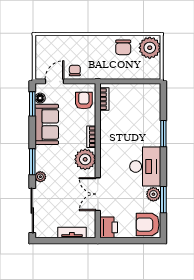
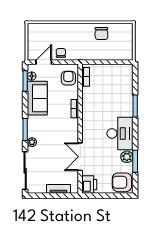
plant: (150, 48) -> (124, 34), removed
plant: (85, 159) -> (70, 128), removed

